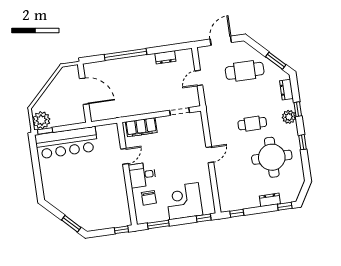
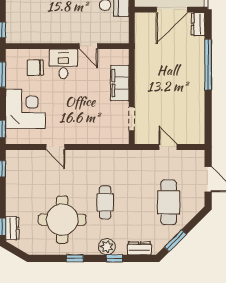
dresser: (165, 57) -> (198, 24), moved
filing cabinet: (141, 127) -> (120, 83), moved
door: (210, 155) -> (56, 147), moved
dresser: (270, 200) -> (12, 228), moved

